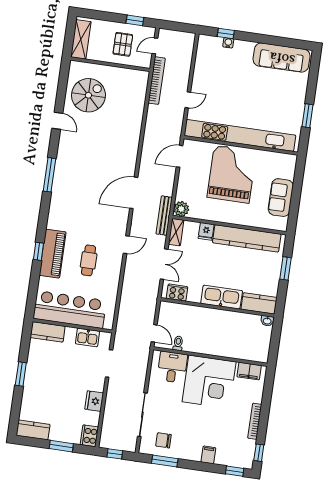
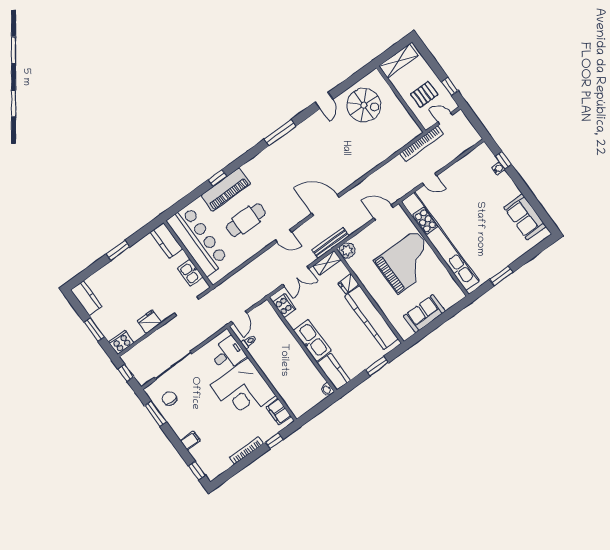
sofa: (282, 58) -> (525, 217), width x0.73
cafe table: (89, 260) -> (246, 220), width x1.37, depth x1.35
window: (259, 453) -> (274, 441), moved

